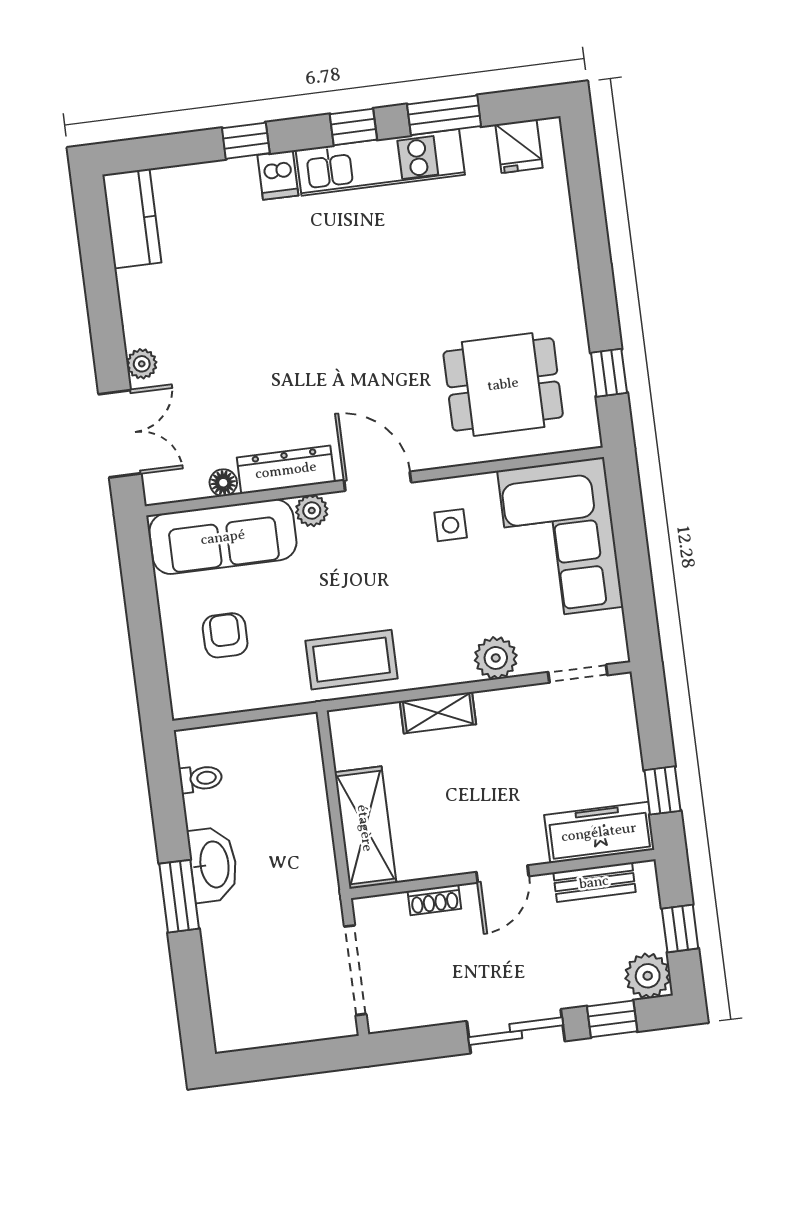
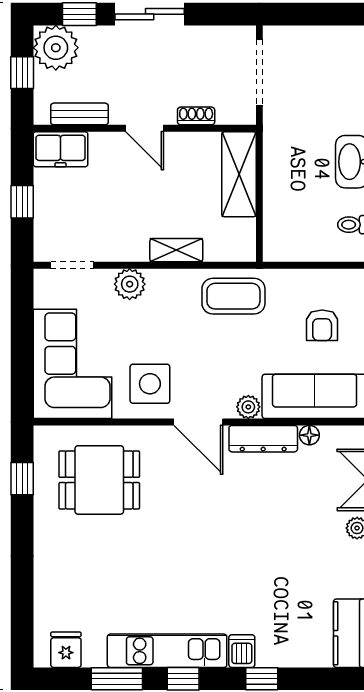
side table: (451, 525) -> (150, 384), width x1.87, depth x1.87
window: (662, 790) -> (22, 202), moved
freezer: (599, 832) -> (61, 149), width x0.71
door: (503, 874) -> (145, 128), swing flipped
plant: (648, 976) -> (56, 48), width x1.36, depth x1.36

